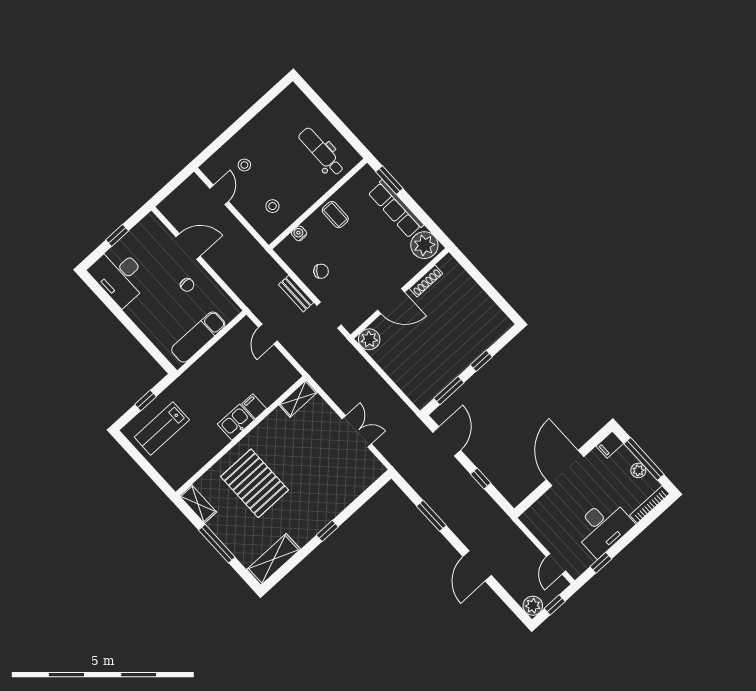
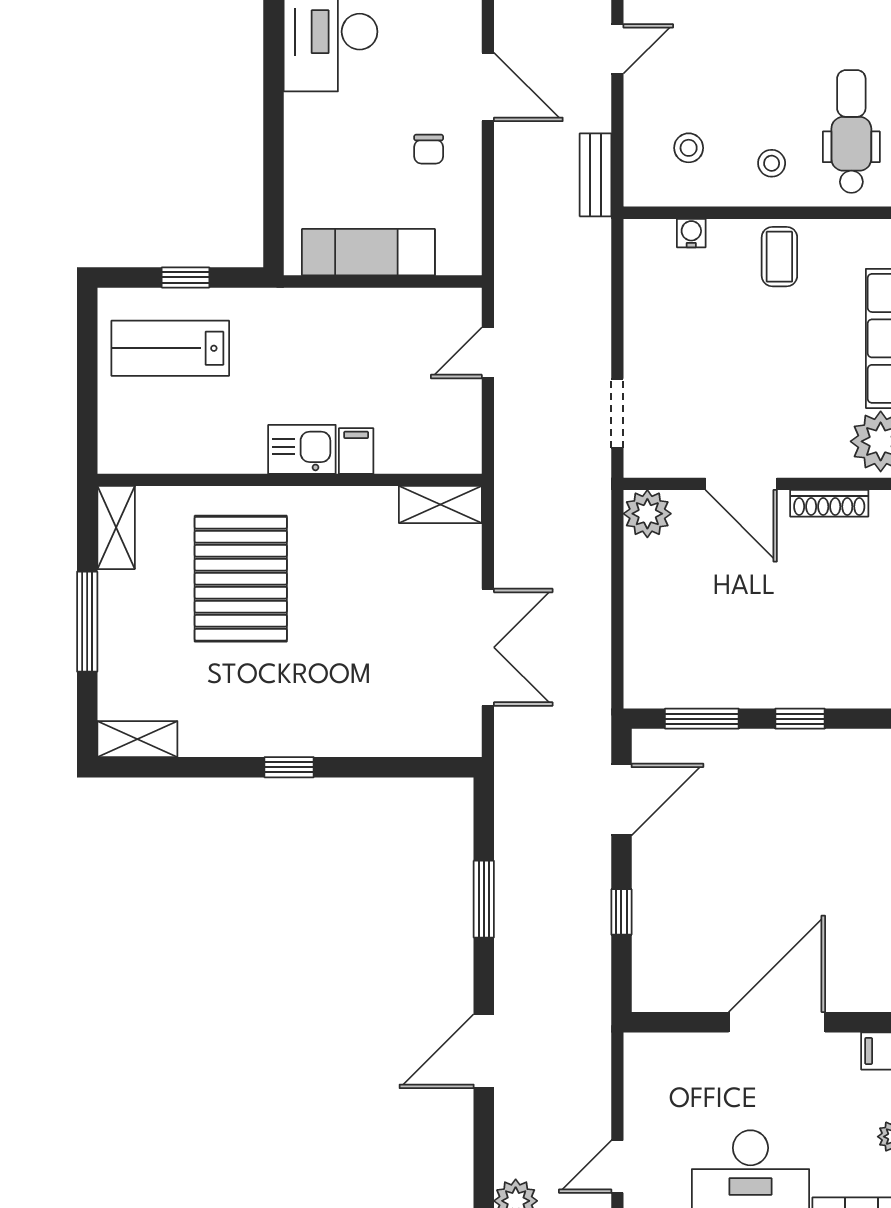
stool: (244, 165) -> (772, 163), moved
chair: (321, 271) -> (671, 329), removed
bench: (296, 294) -> (596, 175), moved
double door: (357, 431) -> (488, 647), width x1.37
shelving: (274, 559) -> (137, 739), width x0.67, depth x0.75

